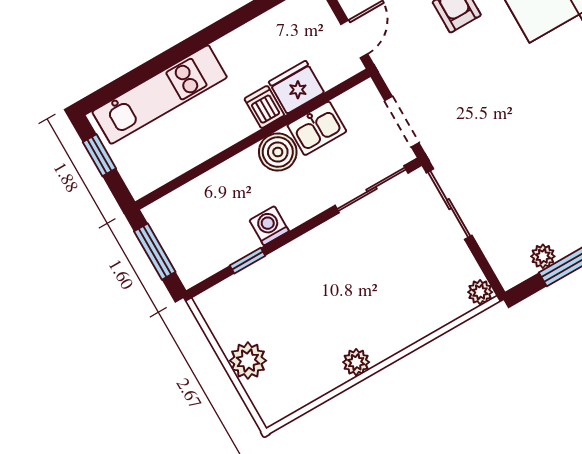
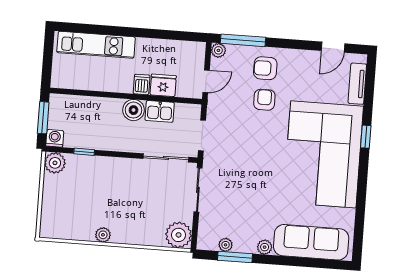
window: (99, 155) -> (48, 54), removed
washing machine: (269, 226) -> (55, 138), moved
plant: (480, 292) -> (179, 235), width x1.87, depth x1.87
plant: (248, 361) -> (55, 163), moved

